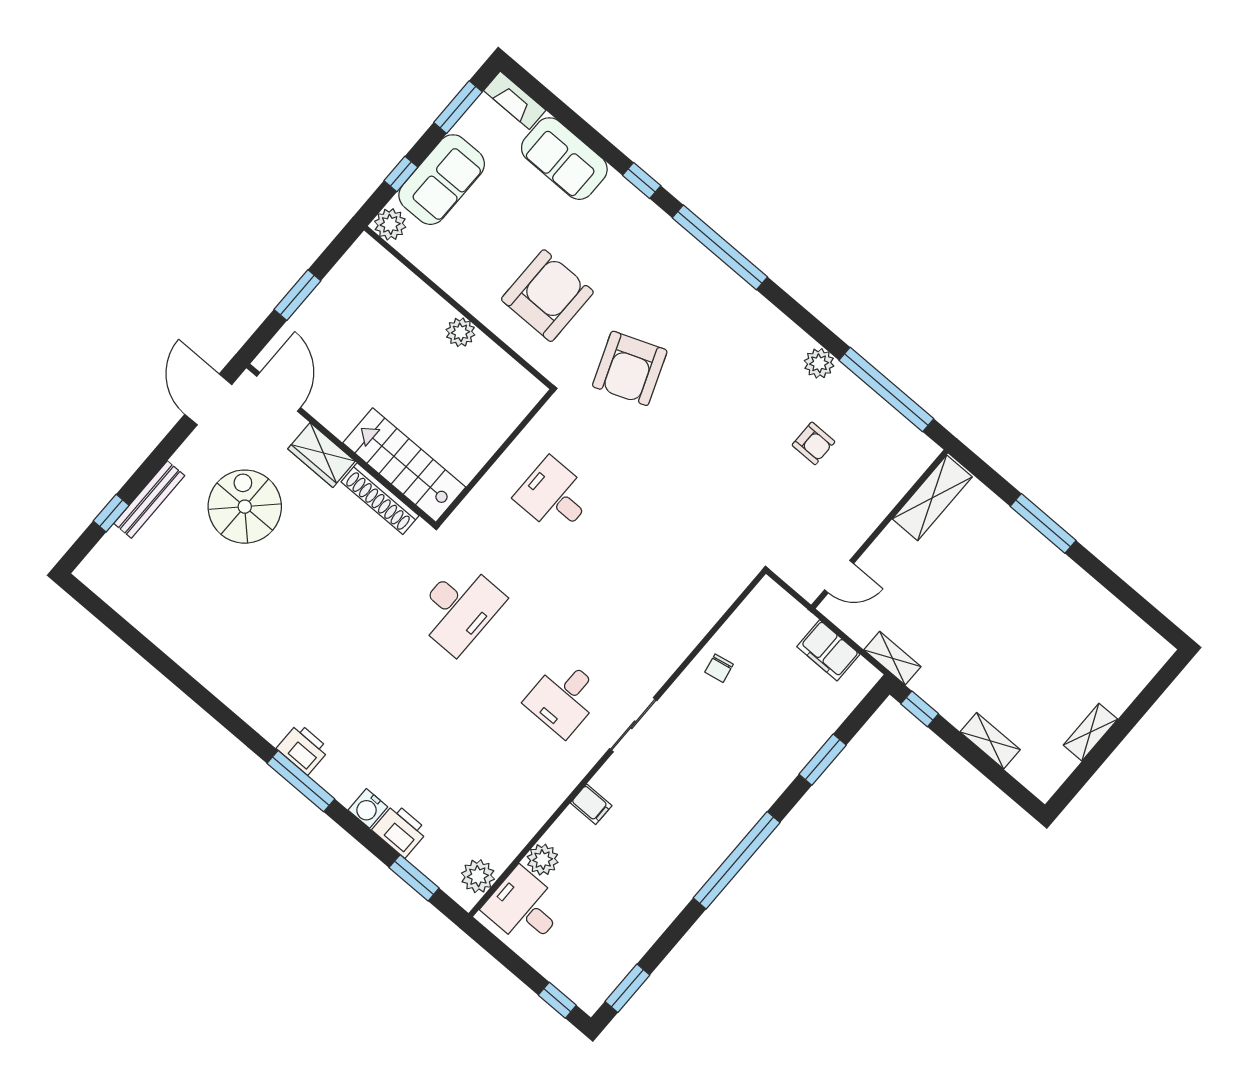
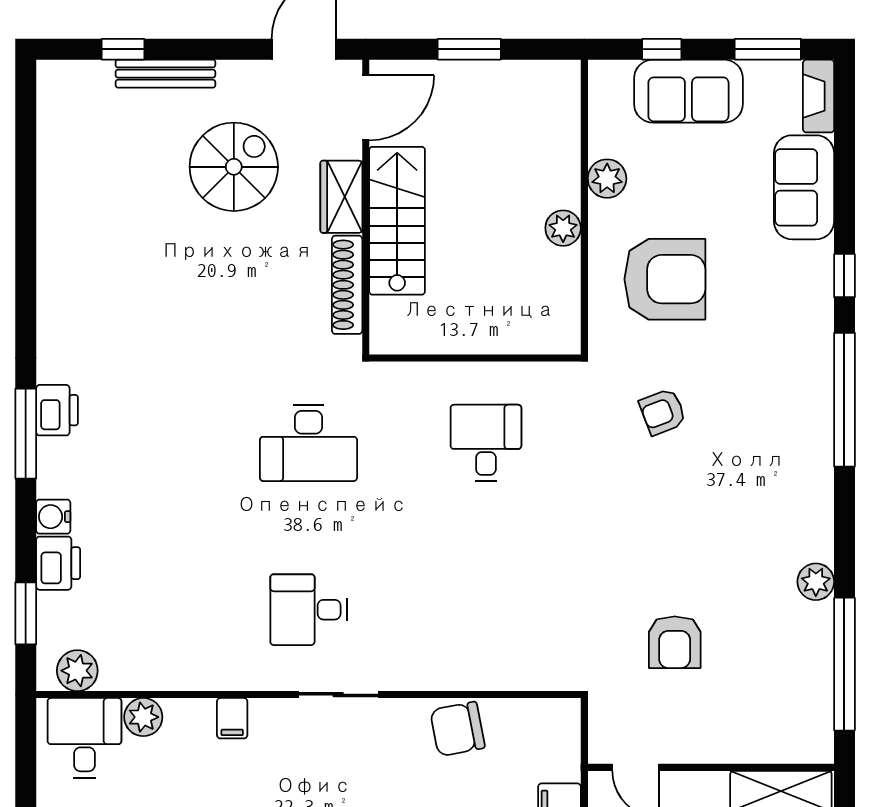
plant: (390, 224) -> (607, 179), moved
armchair: (630, 368) -> (663, 412), width x0.53, depth x0.53
armchair: (814, 443) -> (675, 642), moved, width x1.38, depth x1.38
stairs: (404, 465) -> (397, 221), moved
chair: (719, 668) -> (457, 729), width x1.87, depth x1.87

